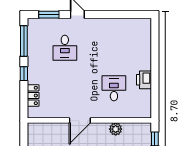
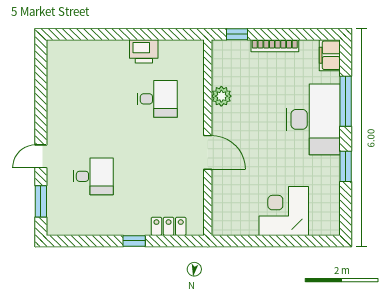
window: (24, 41) -> (82, 241), removed
desk: (114, 88) -> (157, 99), turned 180

